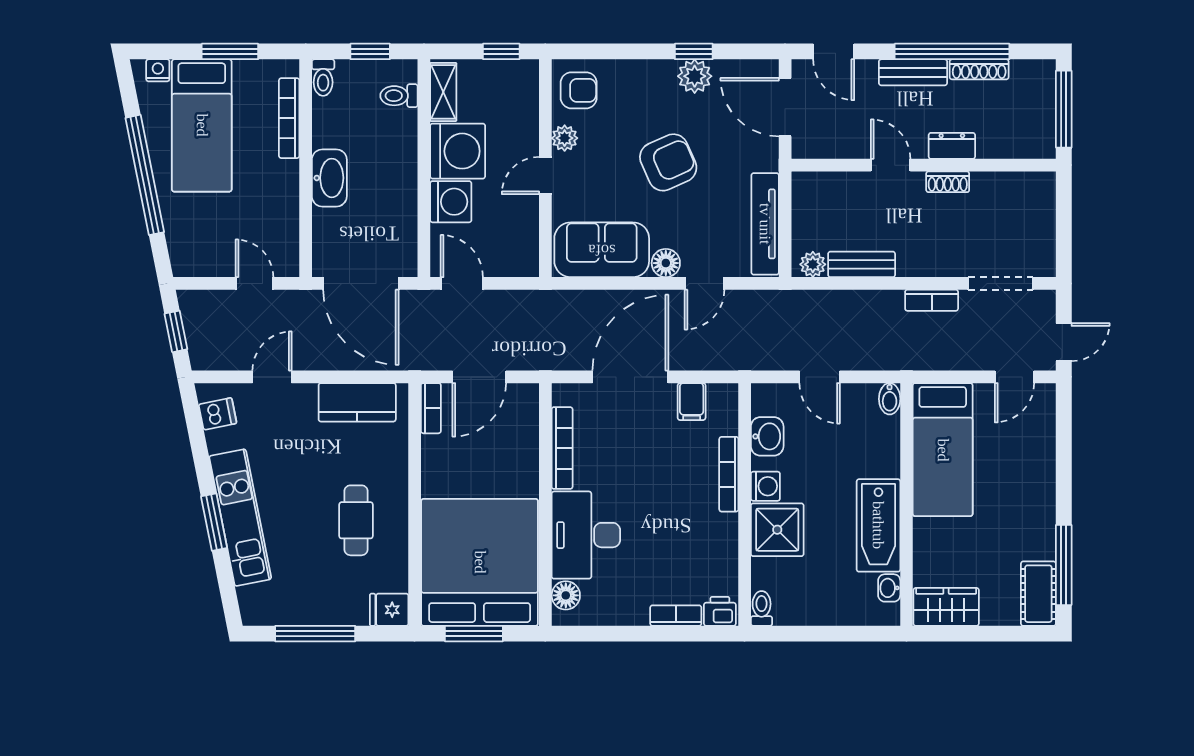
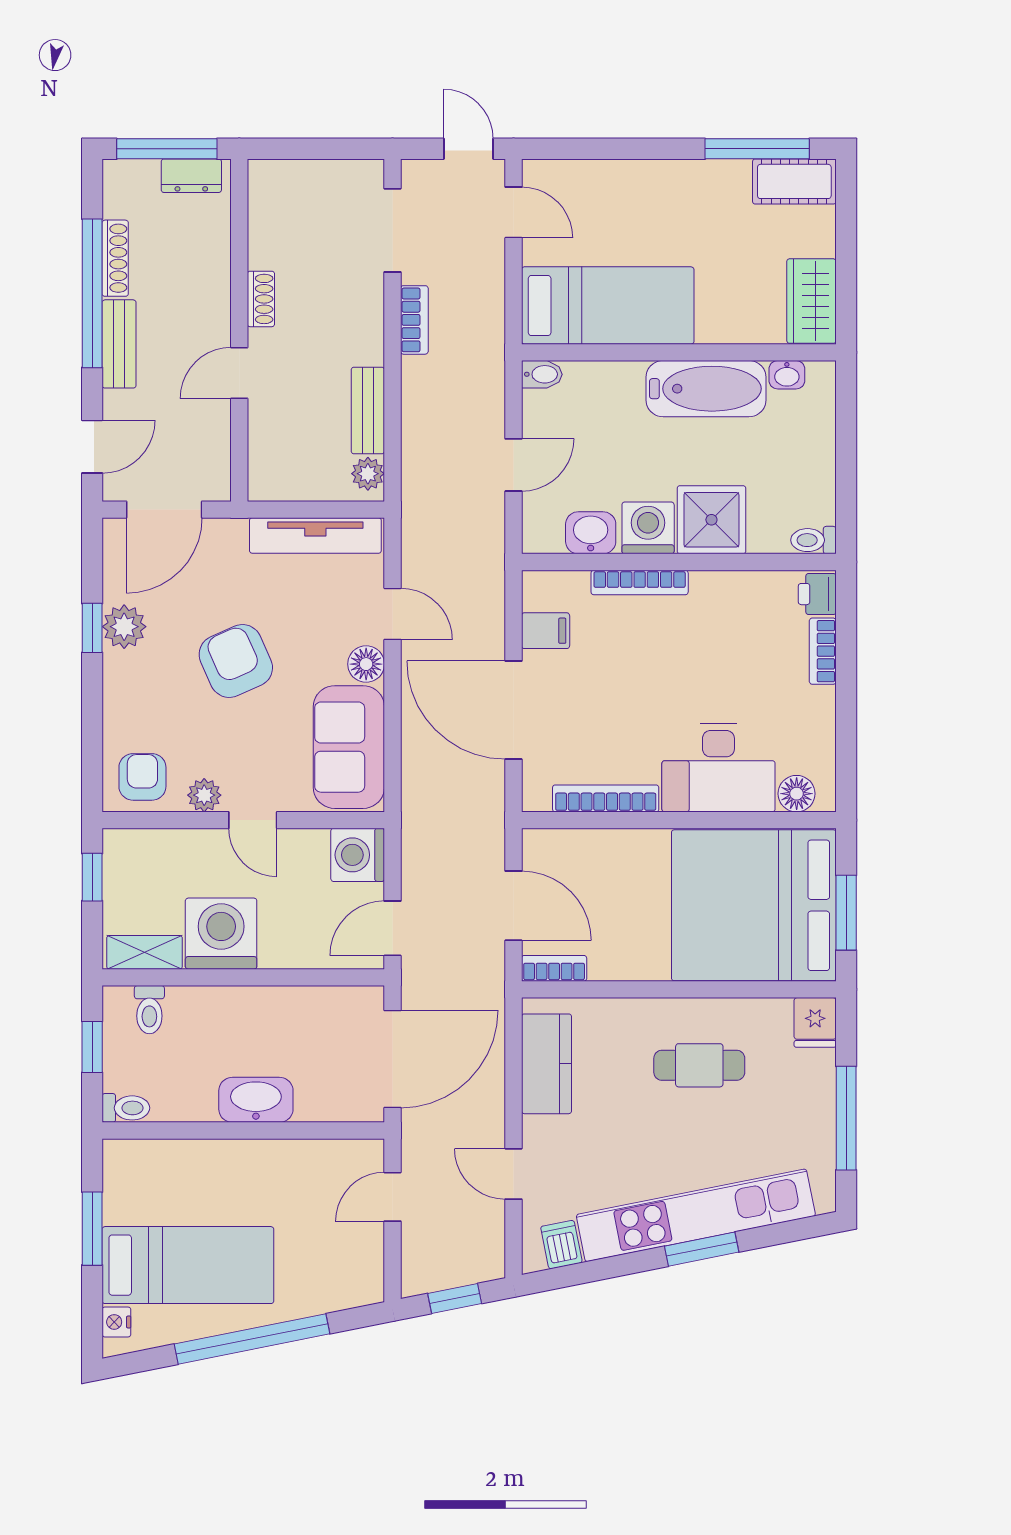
bookcase: (289, 118) -> (178, 1152), removed
dresser: (952, 146) -> (191, 176), moved, turned -90
washing machine: (451, 202) -> (358, 855), moved, turned -90
washing machine: (765, 486) -> (648, 528), width x1.38, depth x1.38
kitchen unit: (240, 518) -> (696, 1215), width x1.36

